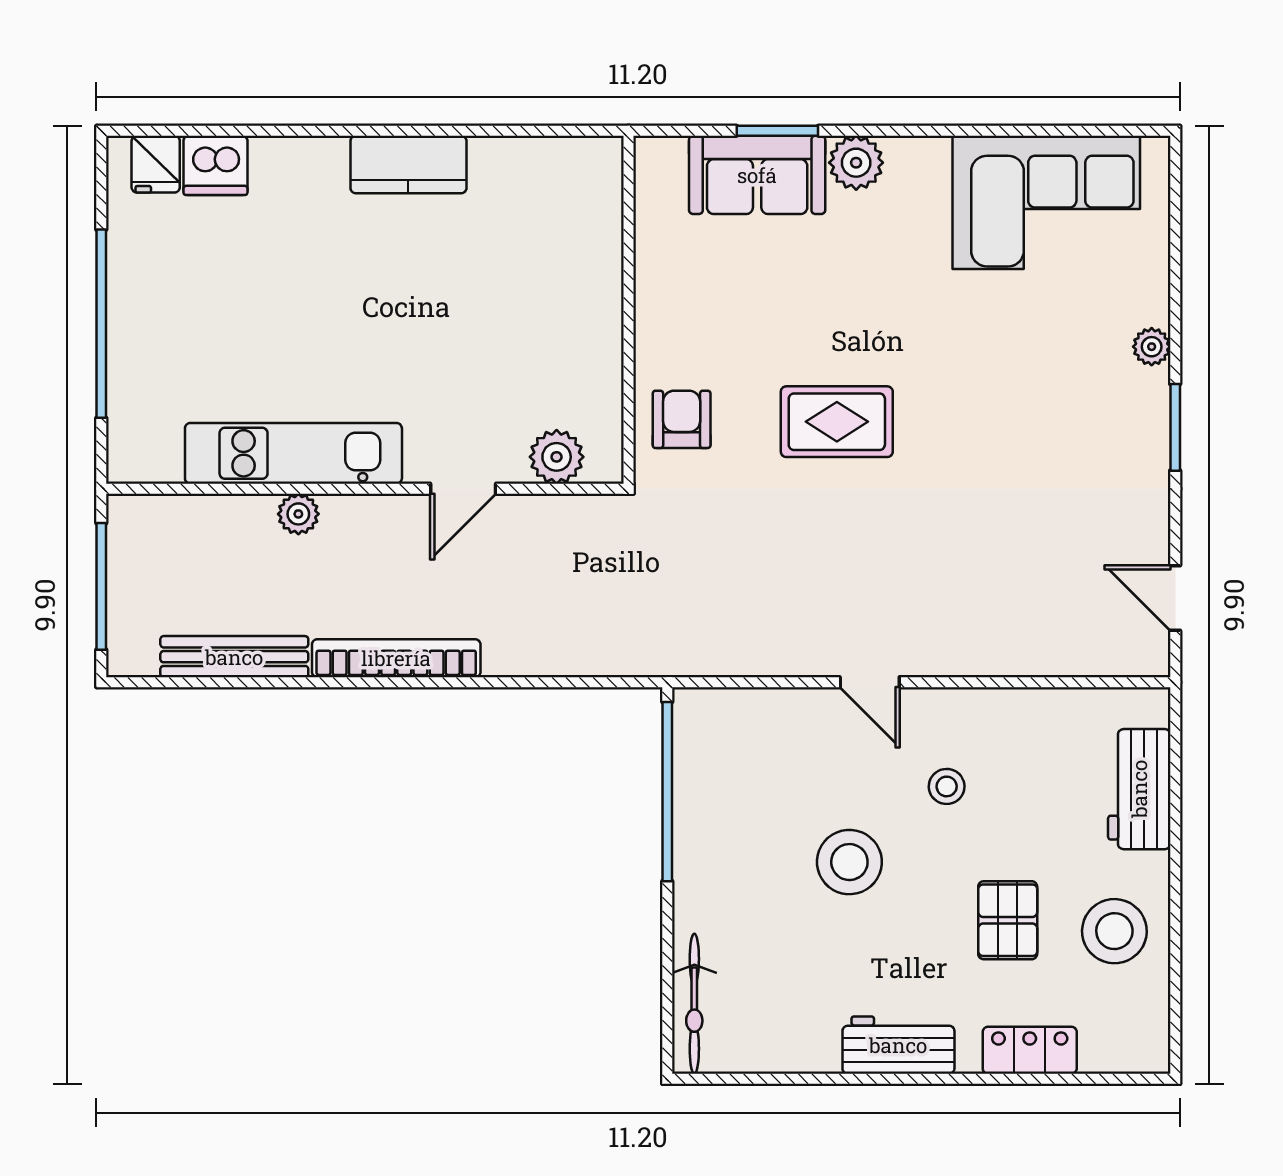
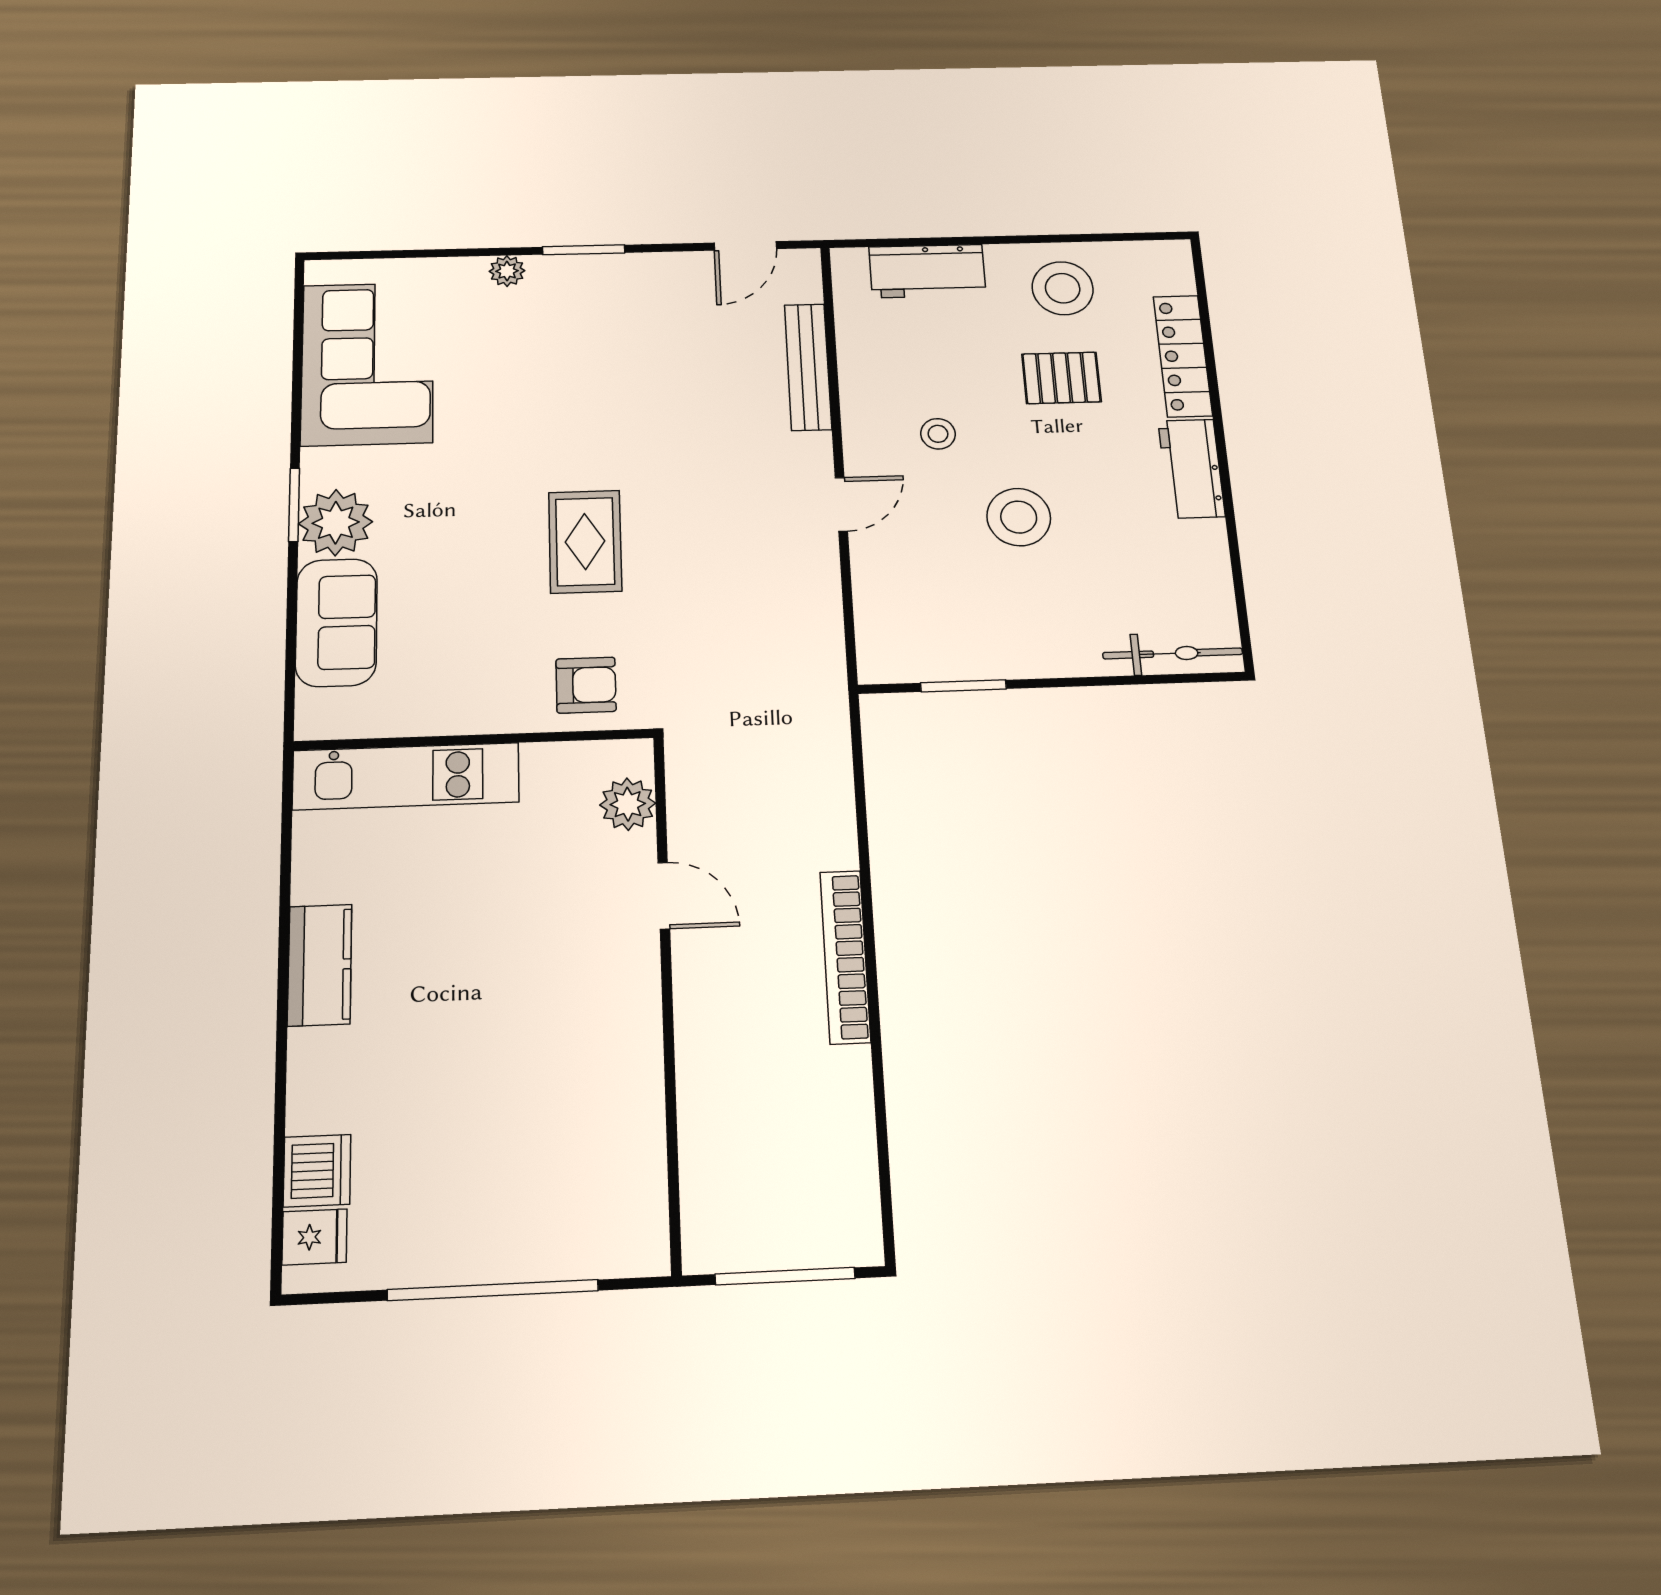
window: (777, 131) -> (294, 505), moved
plant: (856, 163) -> (336, 523), width x1.36, depth x1.36
armchair: (682, 419) -> (586, 685), turned 180
kitchen unit: (293, 453) -> (406, 776), moved, turned -90
plant: (298, 514) -> (697, 1065), removed
bench: (234, 657) -> (808, 367), moved
window: (667, 792) -> (963, 686), width x0.47
locker: (1030, 1050) -> (1183, 356), width x1.53

